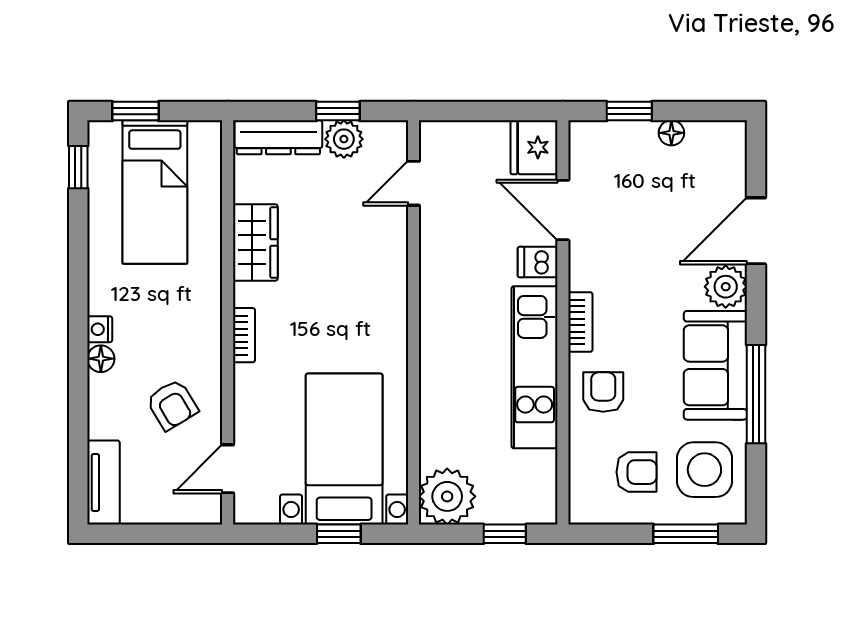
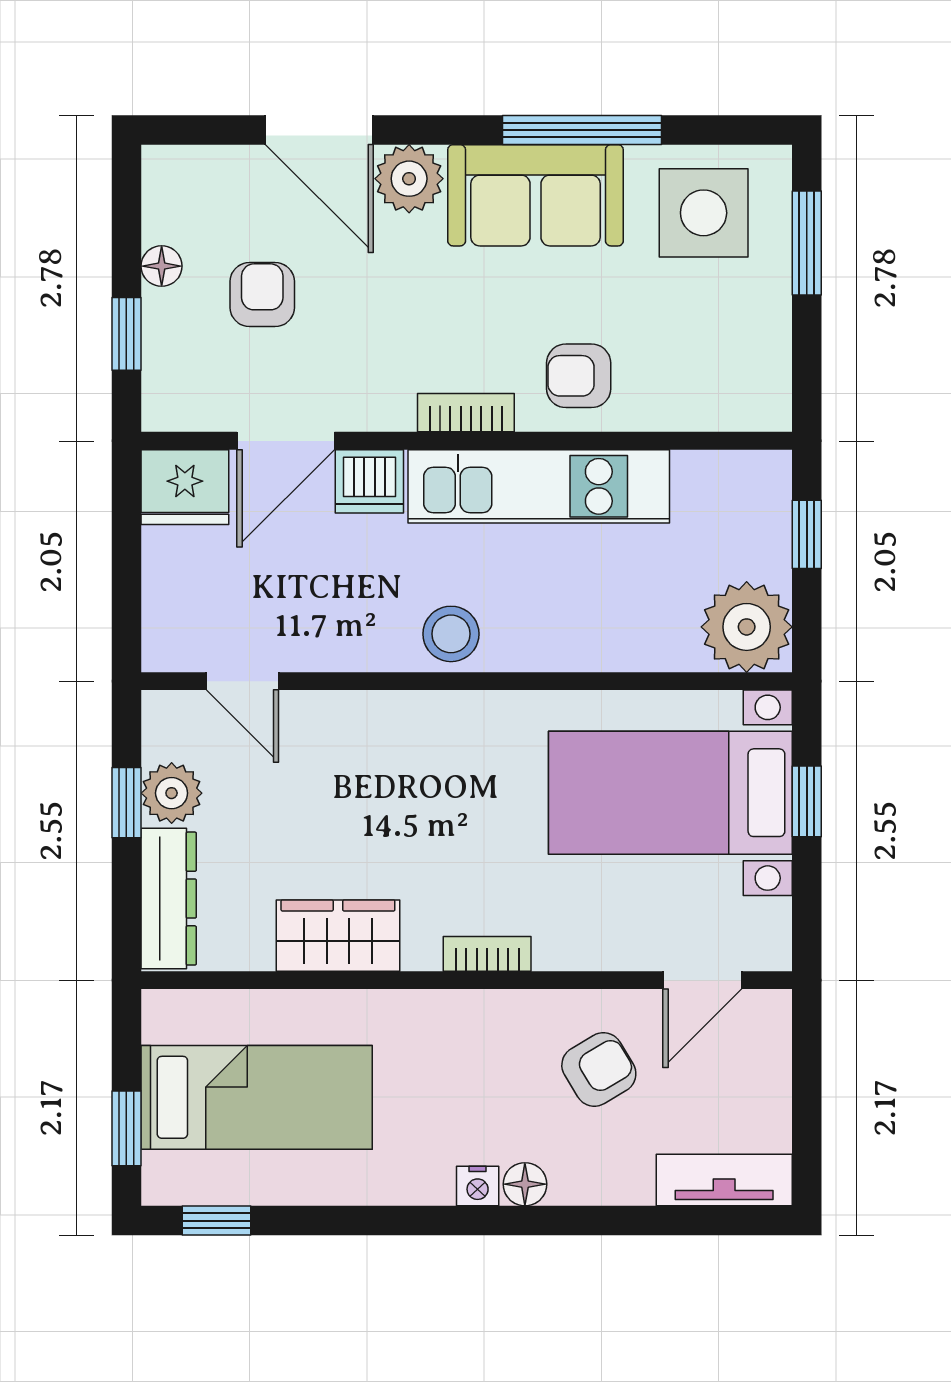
dishwasher: (538, 262) -> (369, 481), width x1.38
stool: (443, 313) -> (451, 634), added
door: (228, 469) -> (702, 980), hinge flipped
armchair: (636, 472) -> (262, 295), moved

